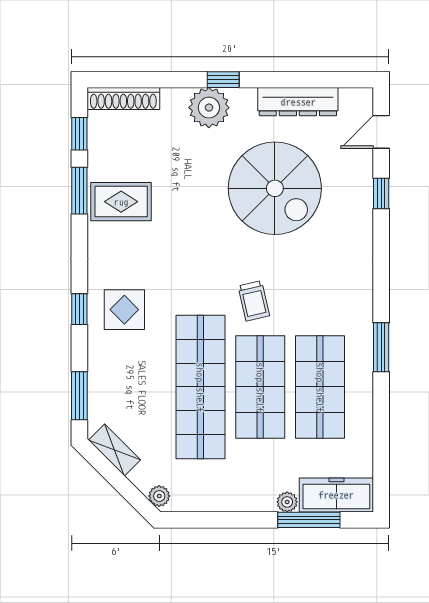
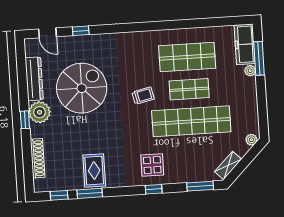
shoe rack: (123, 98) -> (38, 158), moved
plant: (209, 108) -> (40, 112), moved
window: (381, 347) -> (164, 25), removed
shop shelf: (260, 387) -> (189, 89), width x0.70, depth x0.74

